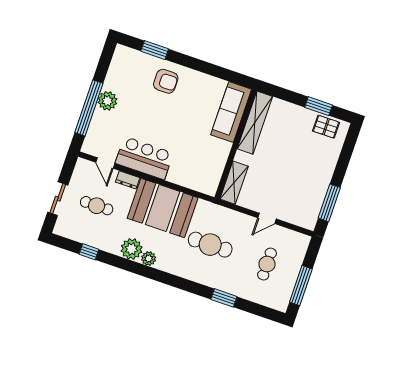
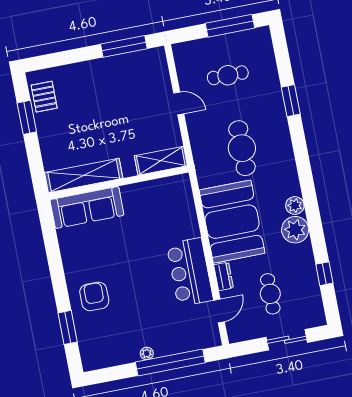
plant: (107, 101) -> (147, 353), width x0.53, depth x0.53

